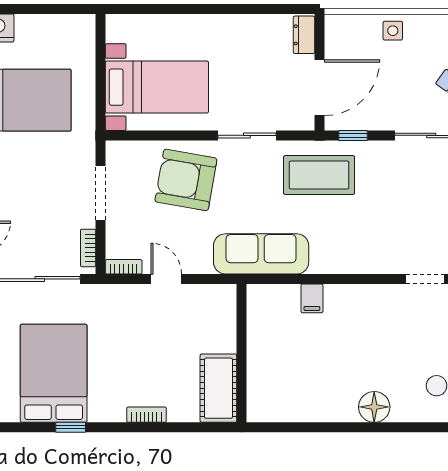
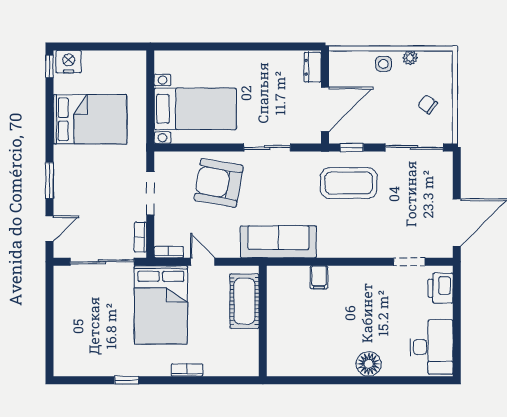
plant: (426, 23) -> (410, 58), added
coffee table: (319, 175) -> (349, 183), moved
bed: (54, 373) -> (161, 305), moved, turned 180
cot: (218, 388) -> (244, 301), moved

